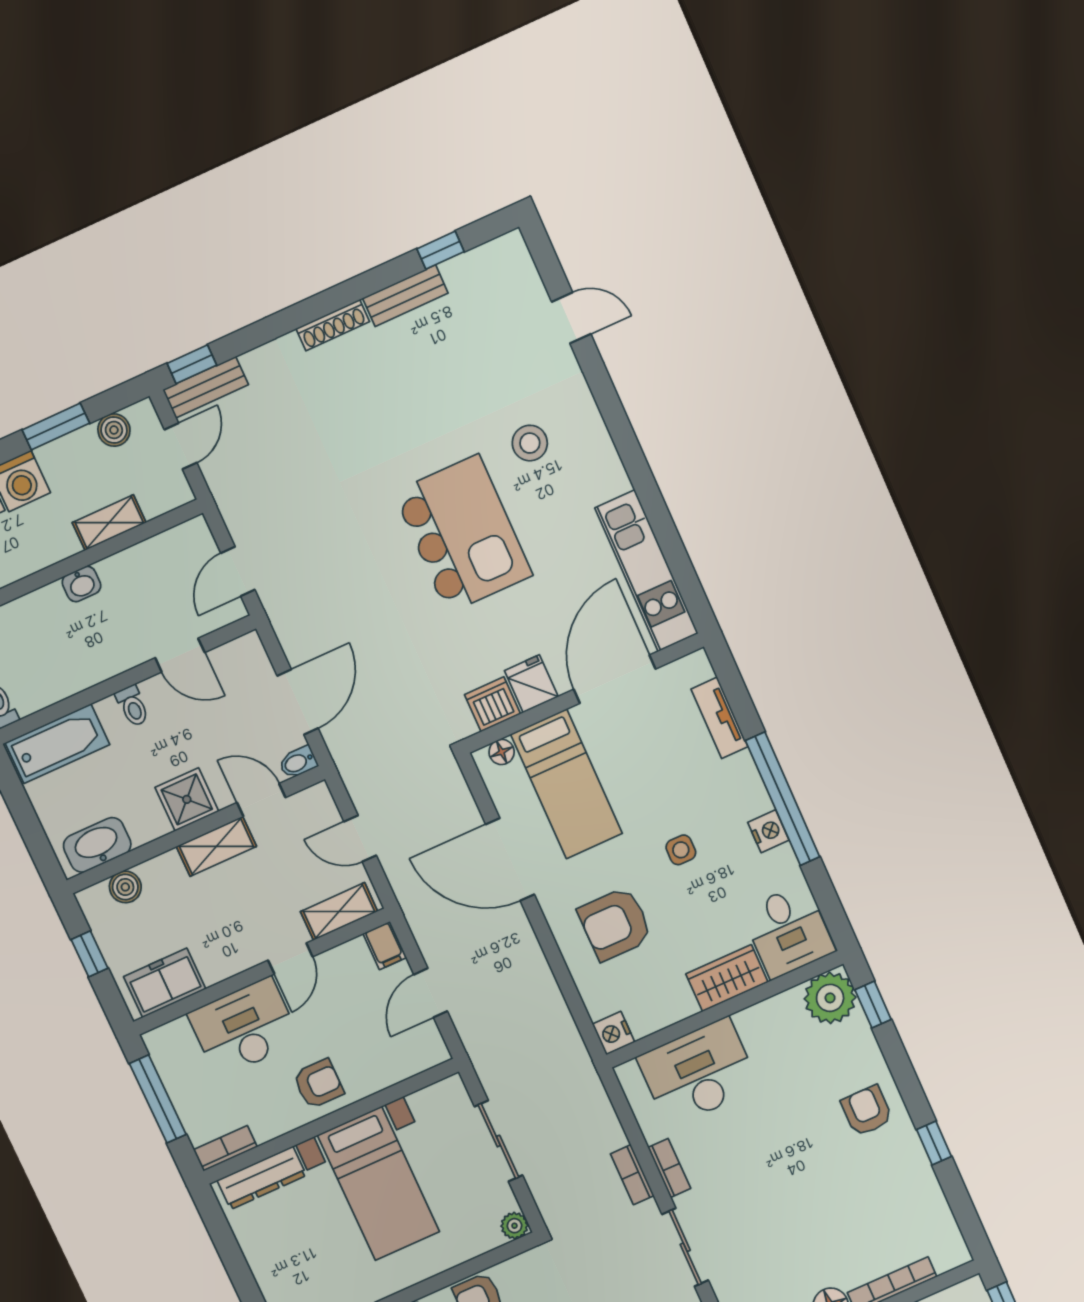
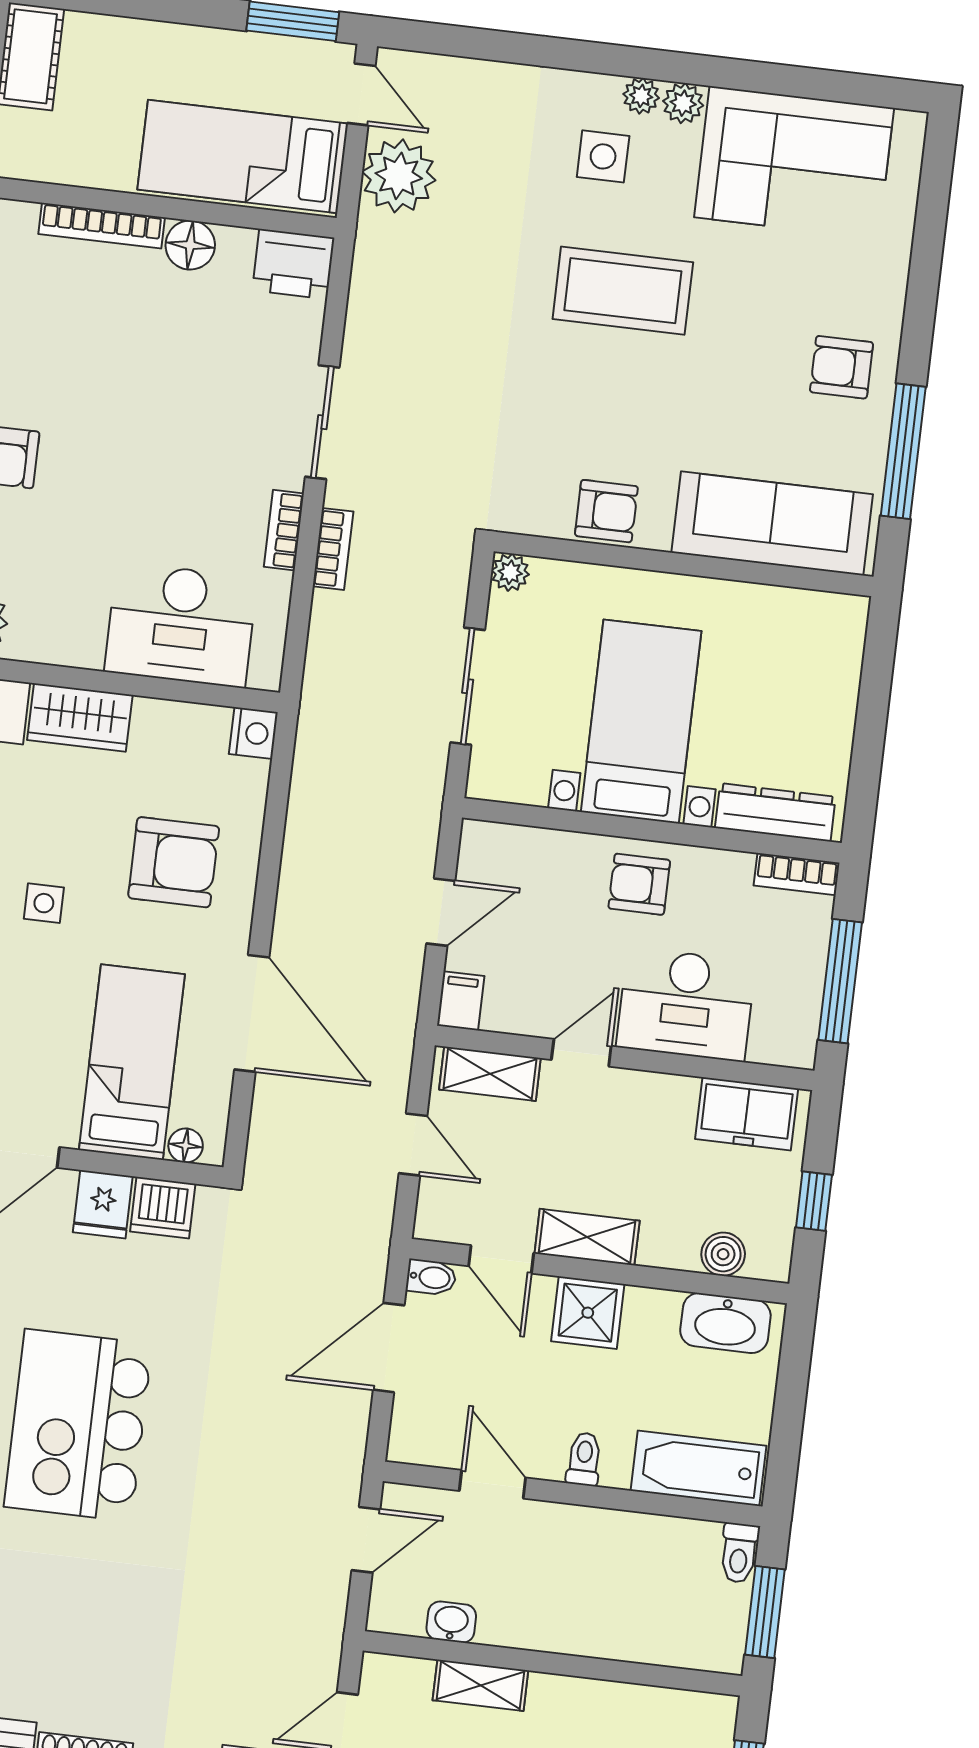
washbasin: (82, 584) -> (451, 1622), moved

